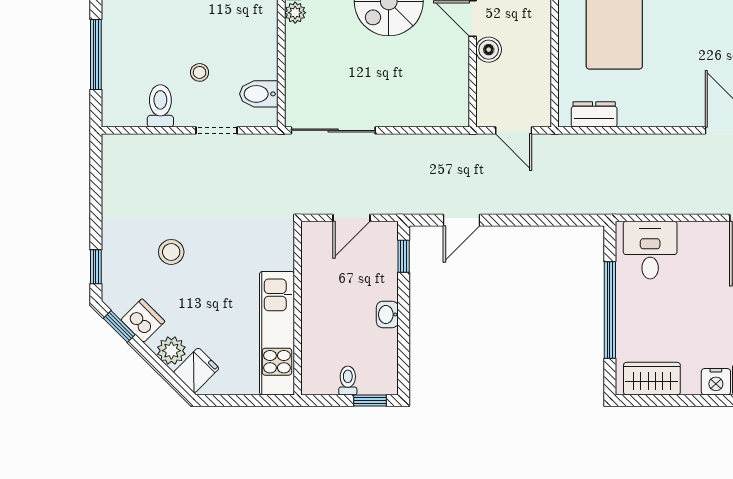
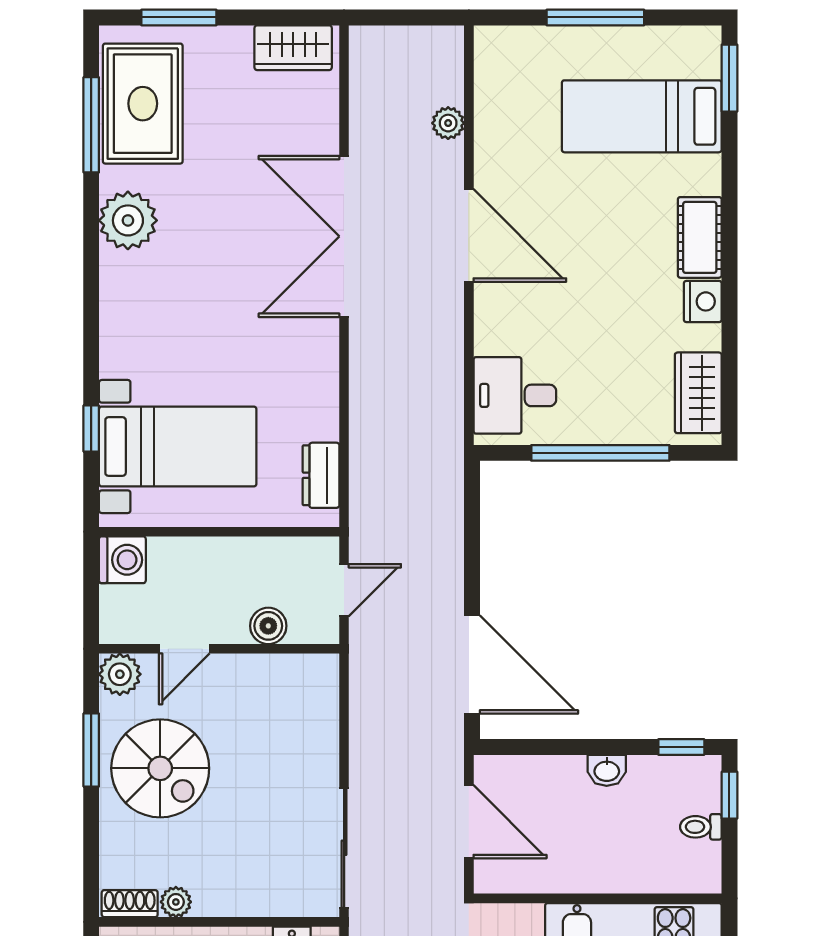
boiler: (489, 50) -> (268, 626), moved
door: (351, 218) -> (469, 822), width x1.38
door: (462, 220) -> (472, 665), width x1.88
window: (404, 256) -> (681, 747), moved

